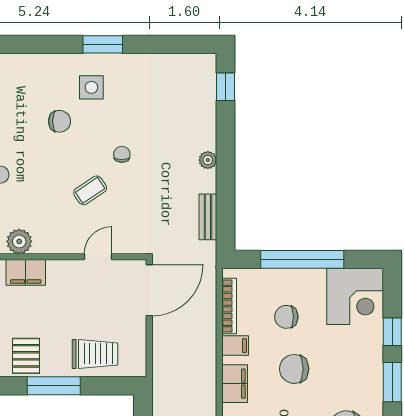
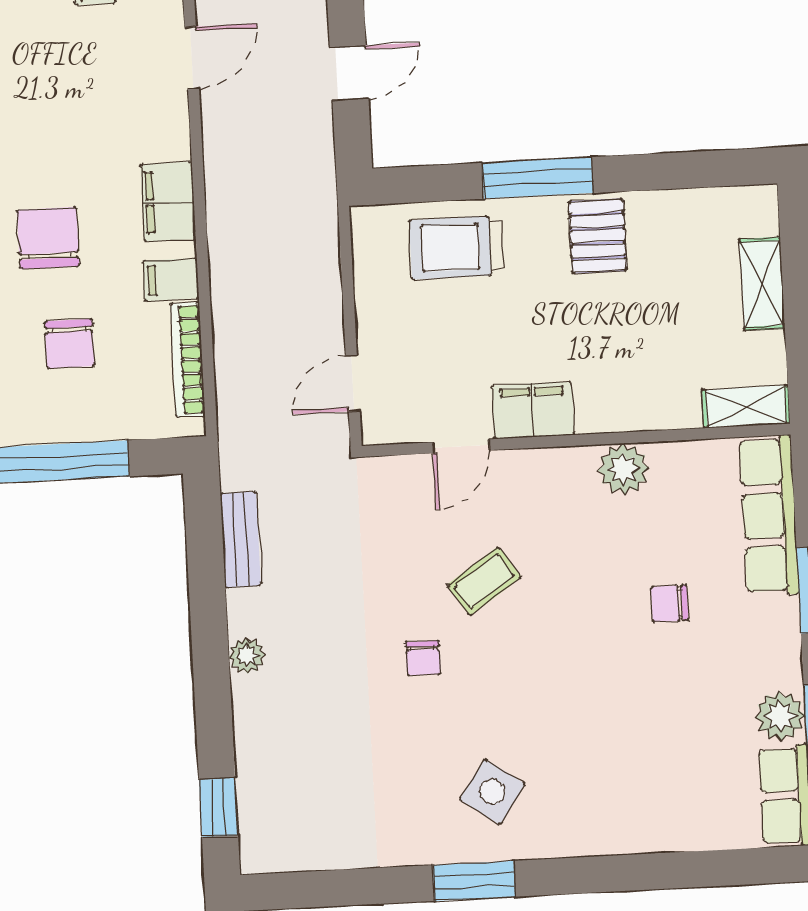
side table: (91, 87) -> (492, 792), turned 35
chair: (60, 121) -> (554, 719), removed
filing cabinet: (26, 272) -> (533, 410), moved
door: (149, 290) -> (353, 383), width x0.53
chair: (286, 317) -> (70, 344), turned 91
chair: (294, 369) -> (48, 238), turned -90

